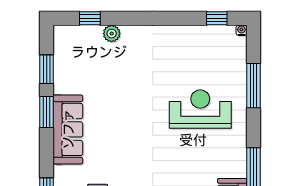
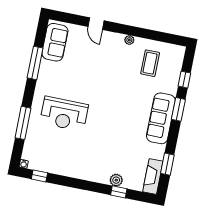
window: (90, 18) -> (119, 192), moved
fireplace: (63, 48) -> (153, 176), added
window: (47, 112) -> (178, 109), moved

